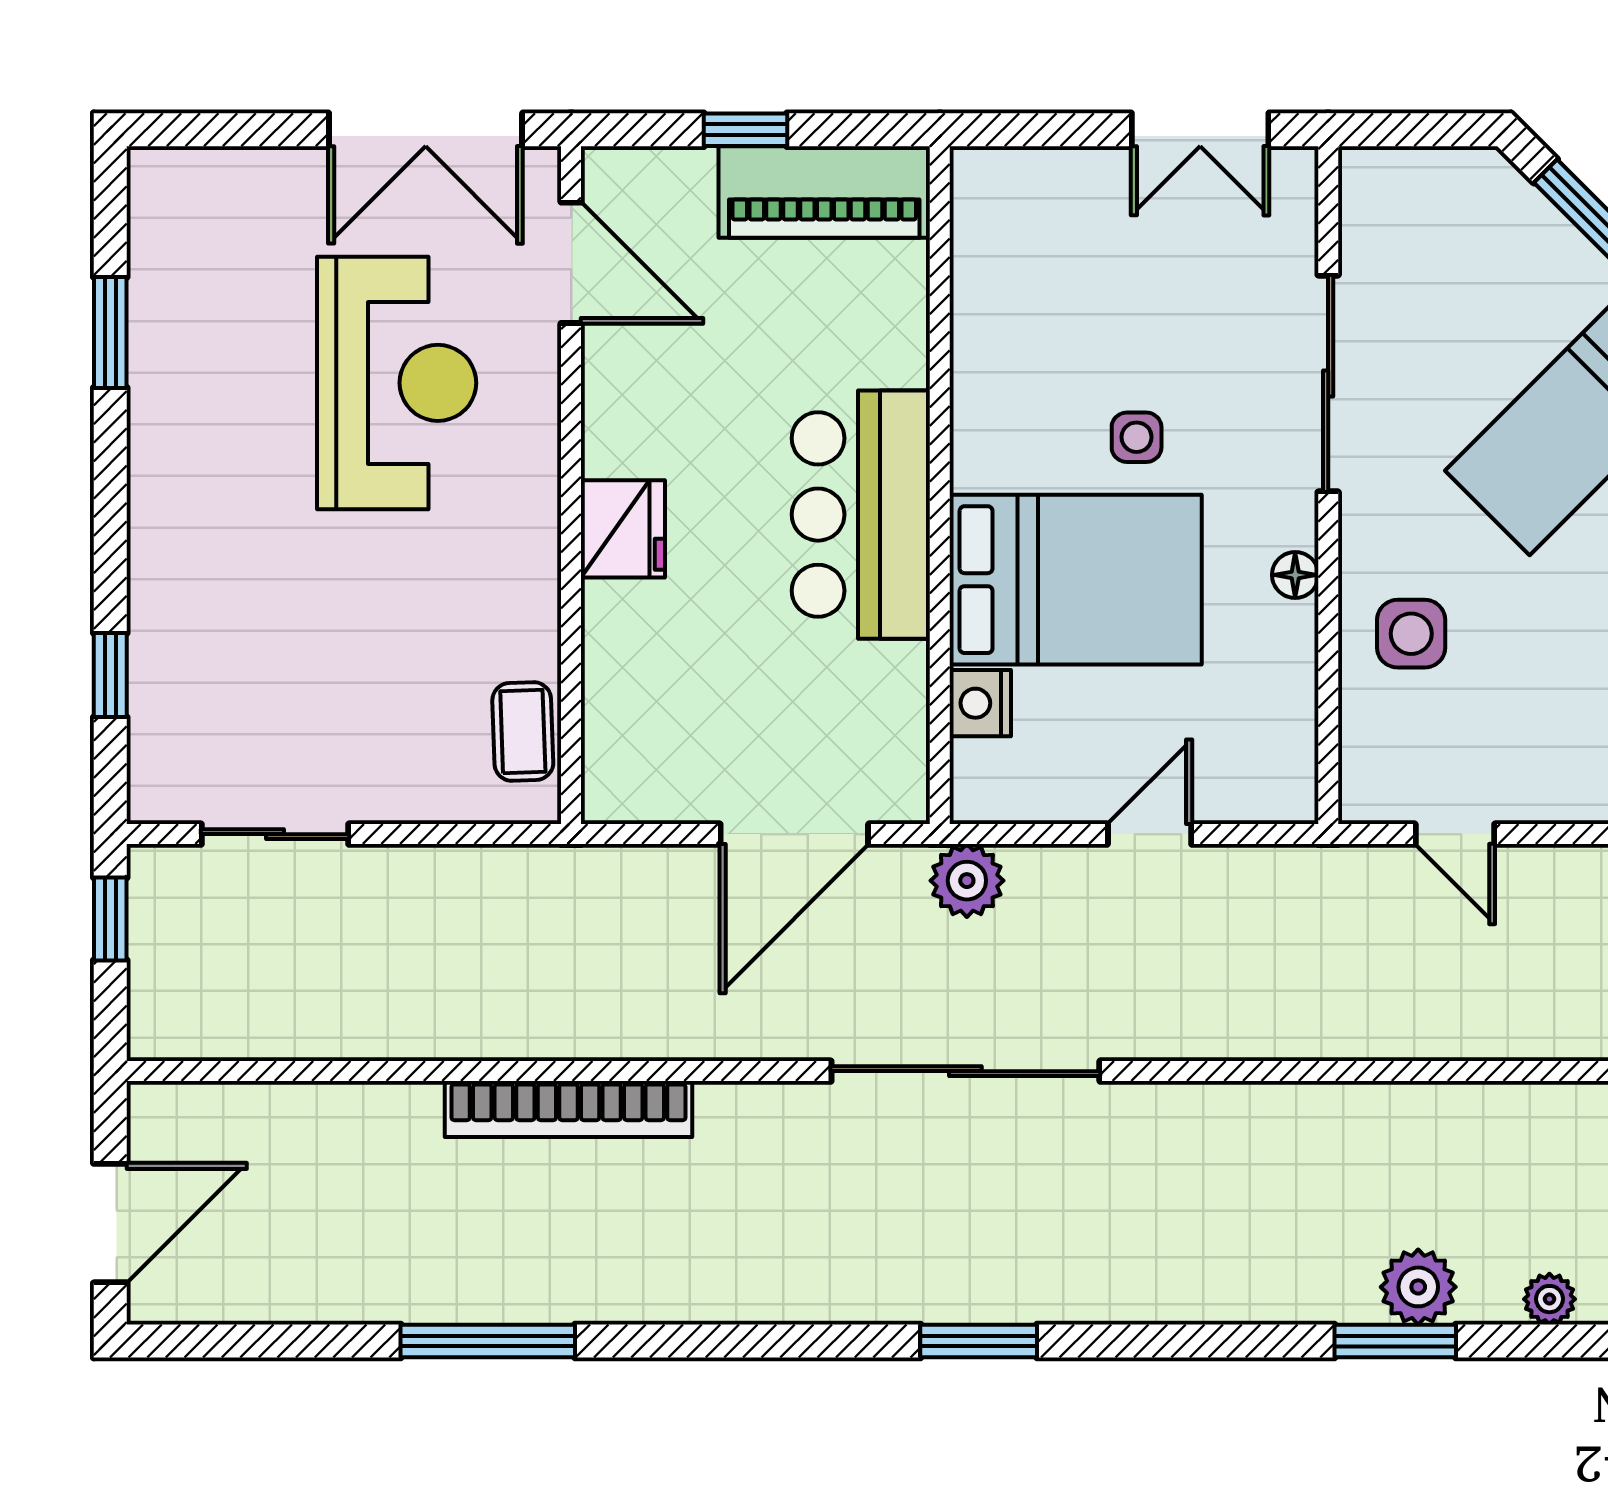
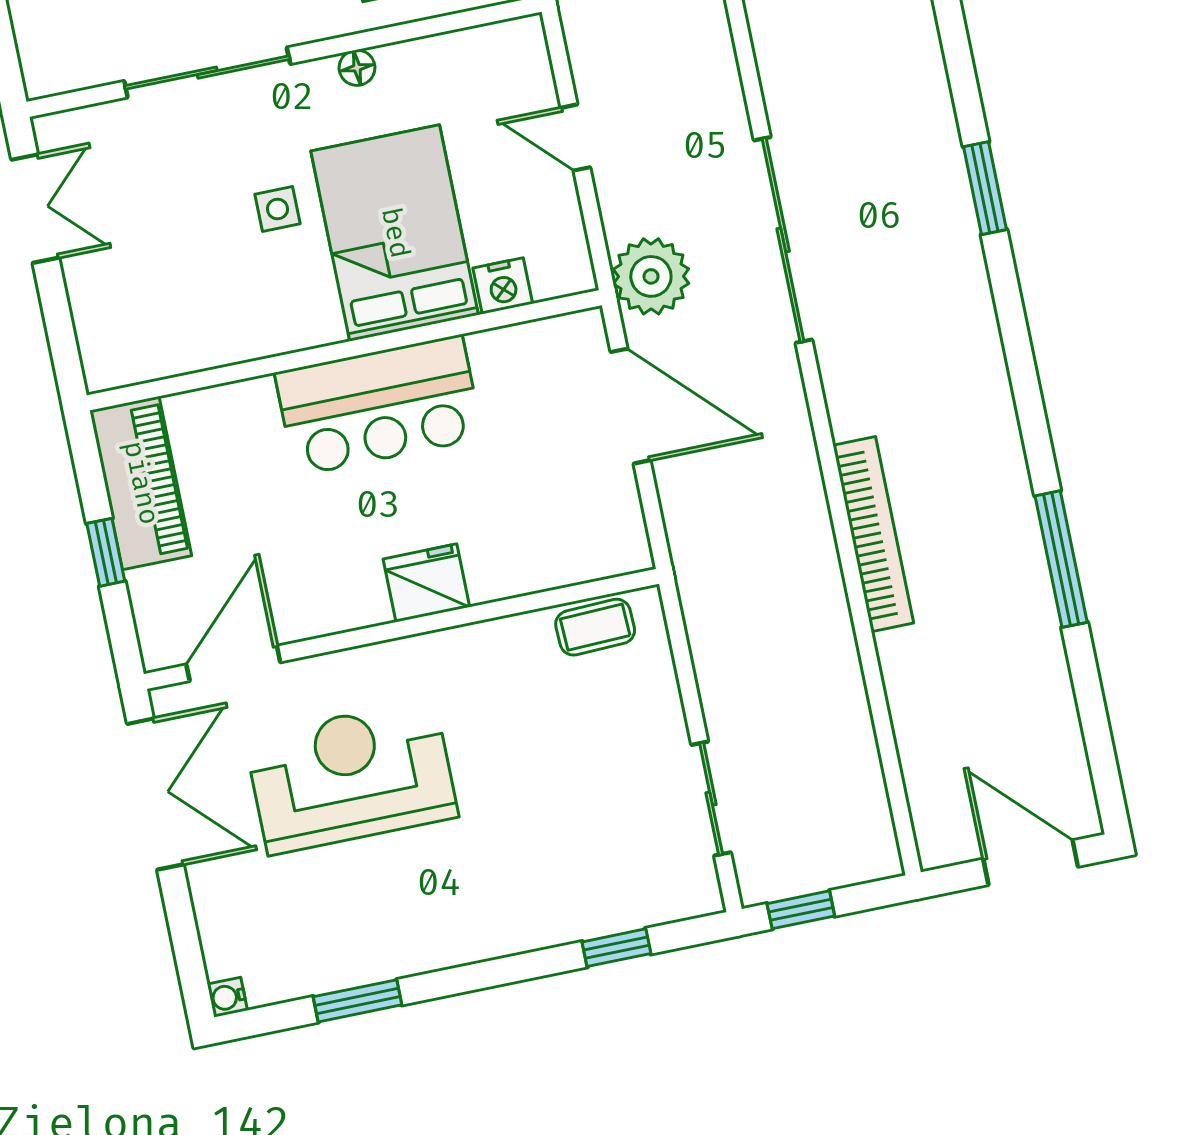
water cooler: (149, 168) -> (227, 997), added
plant: (967, 881) -> (651, 276), width x1.36, depth x1.36

